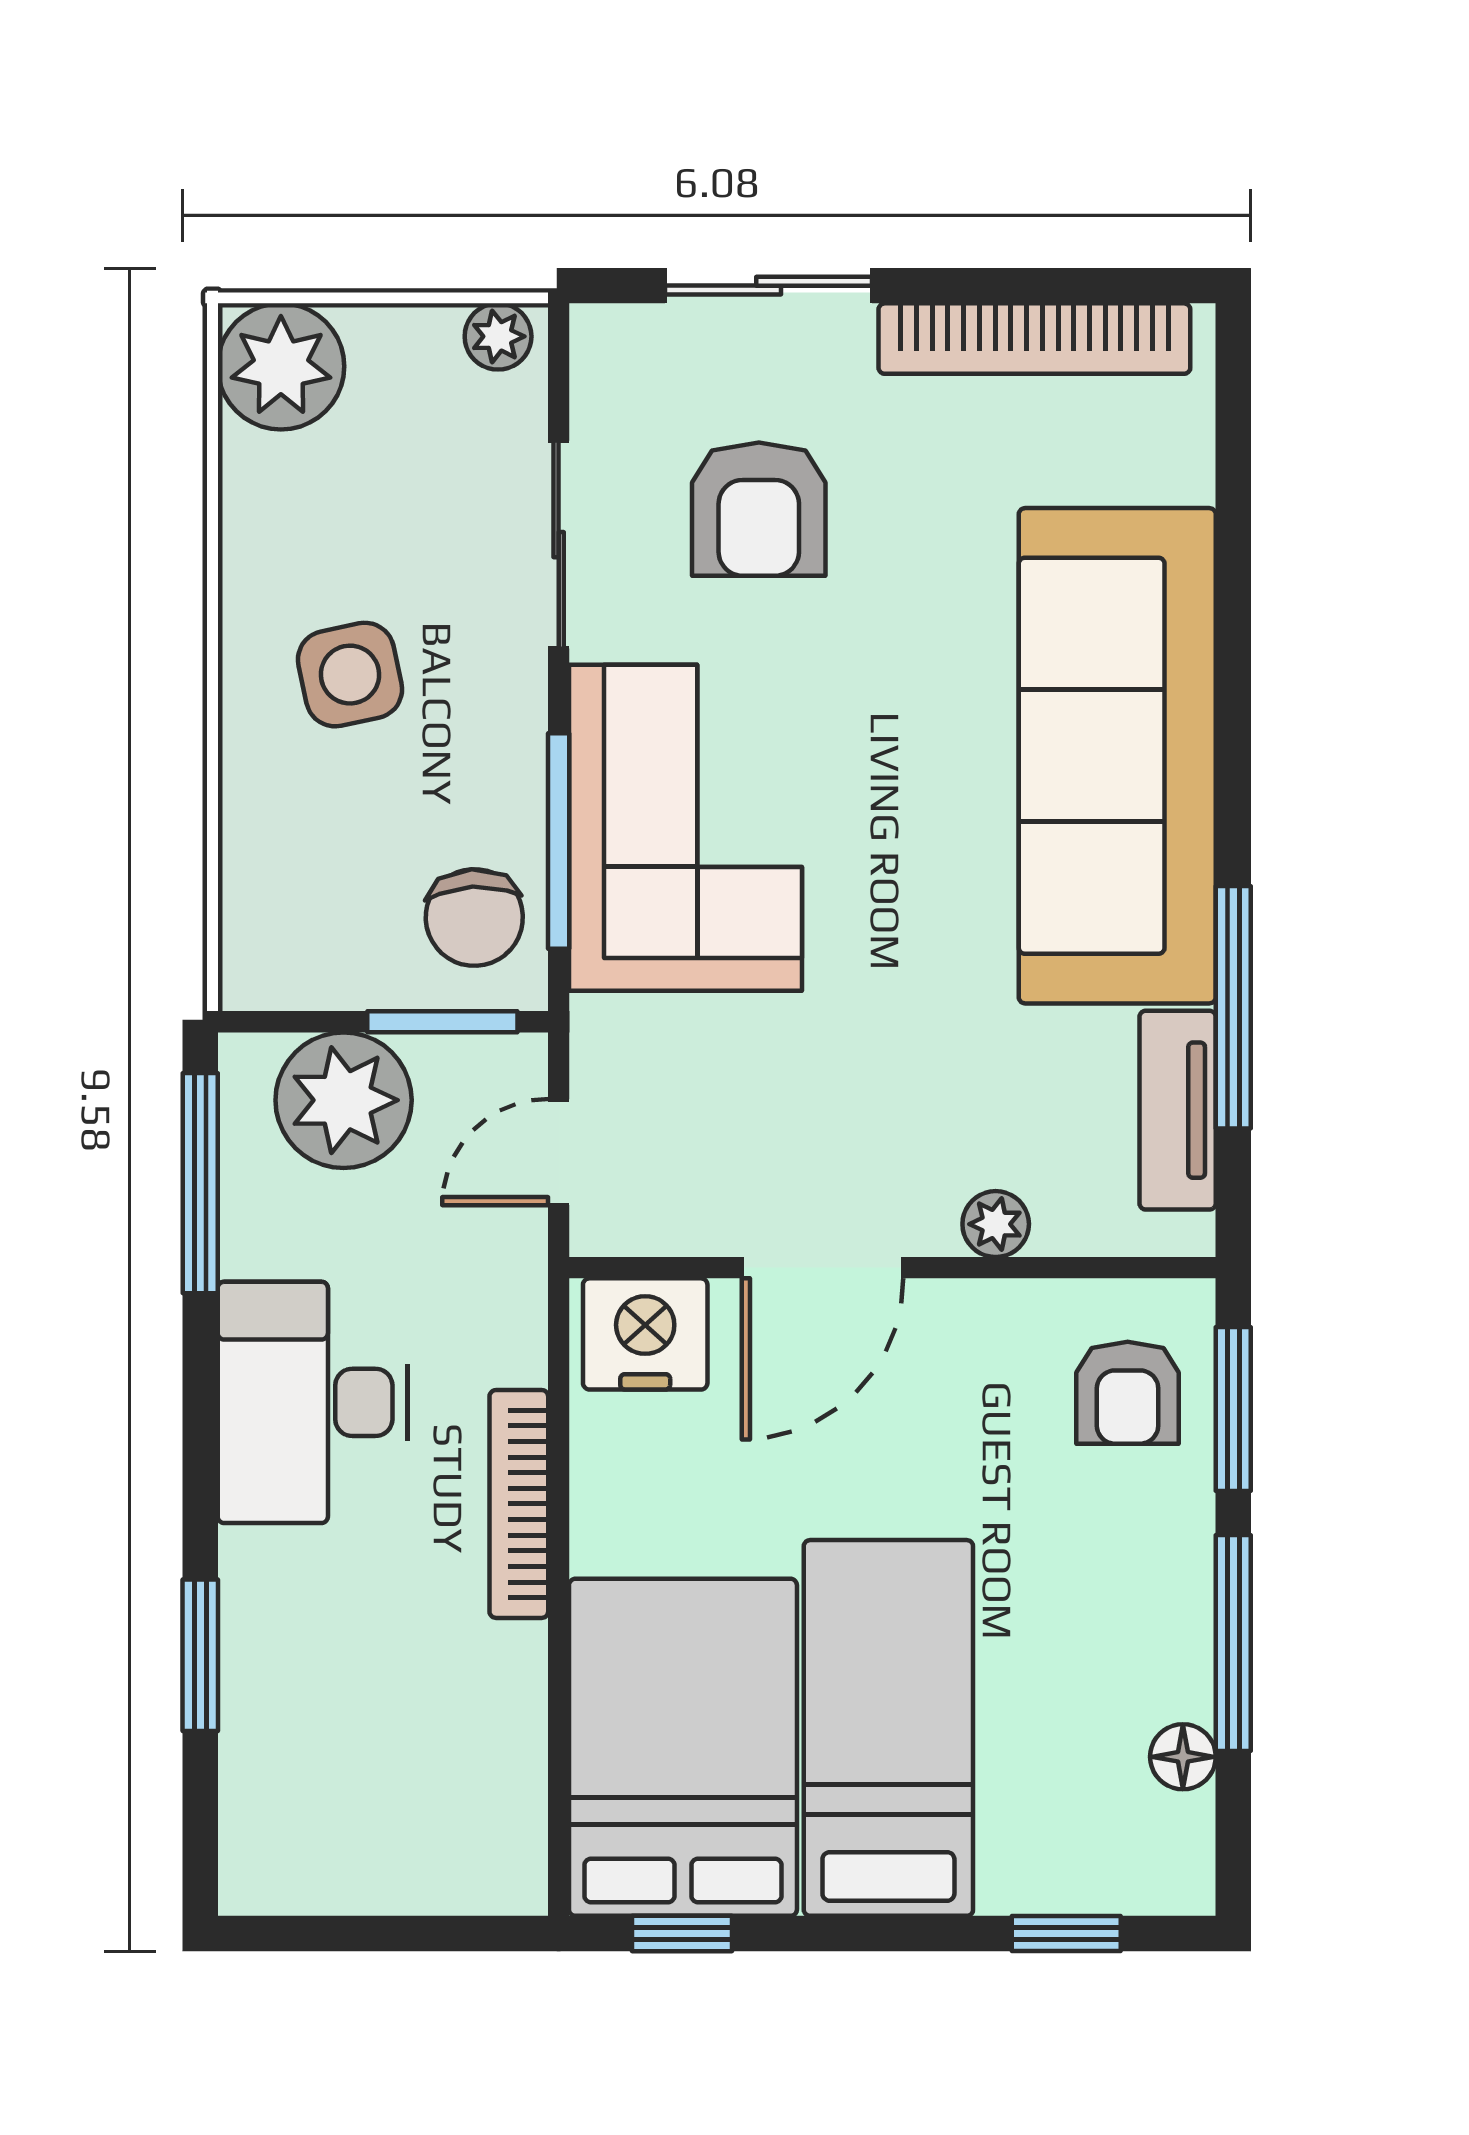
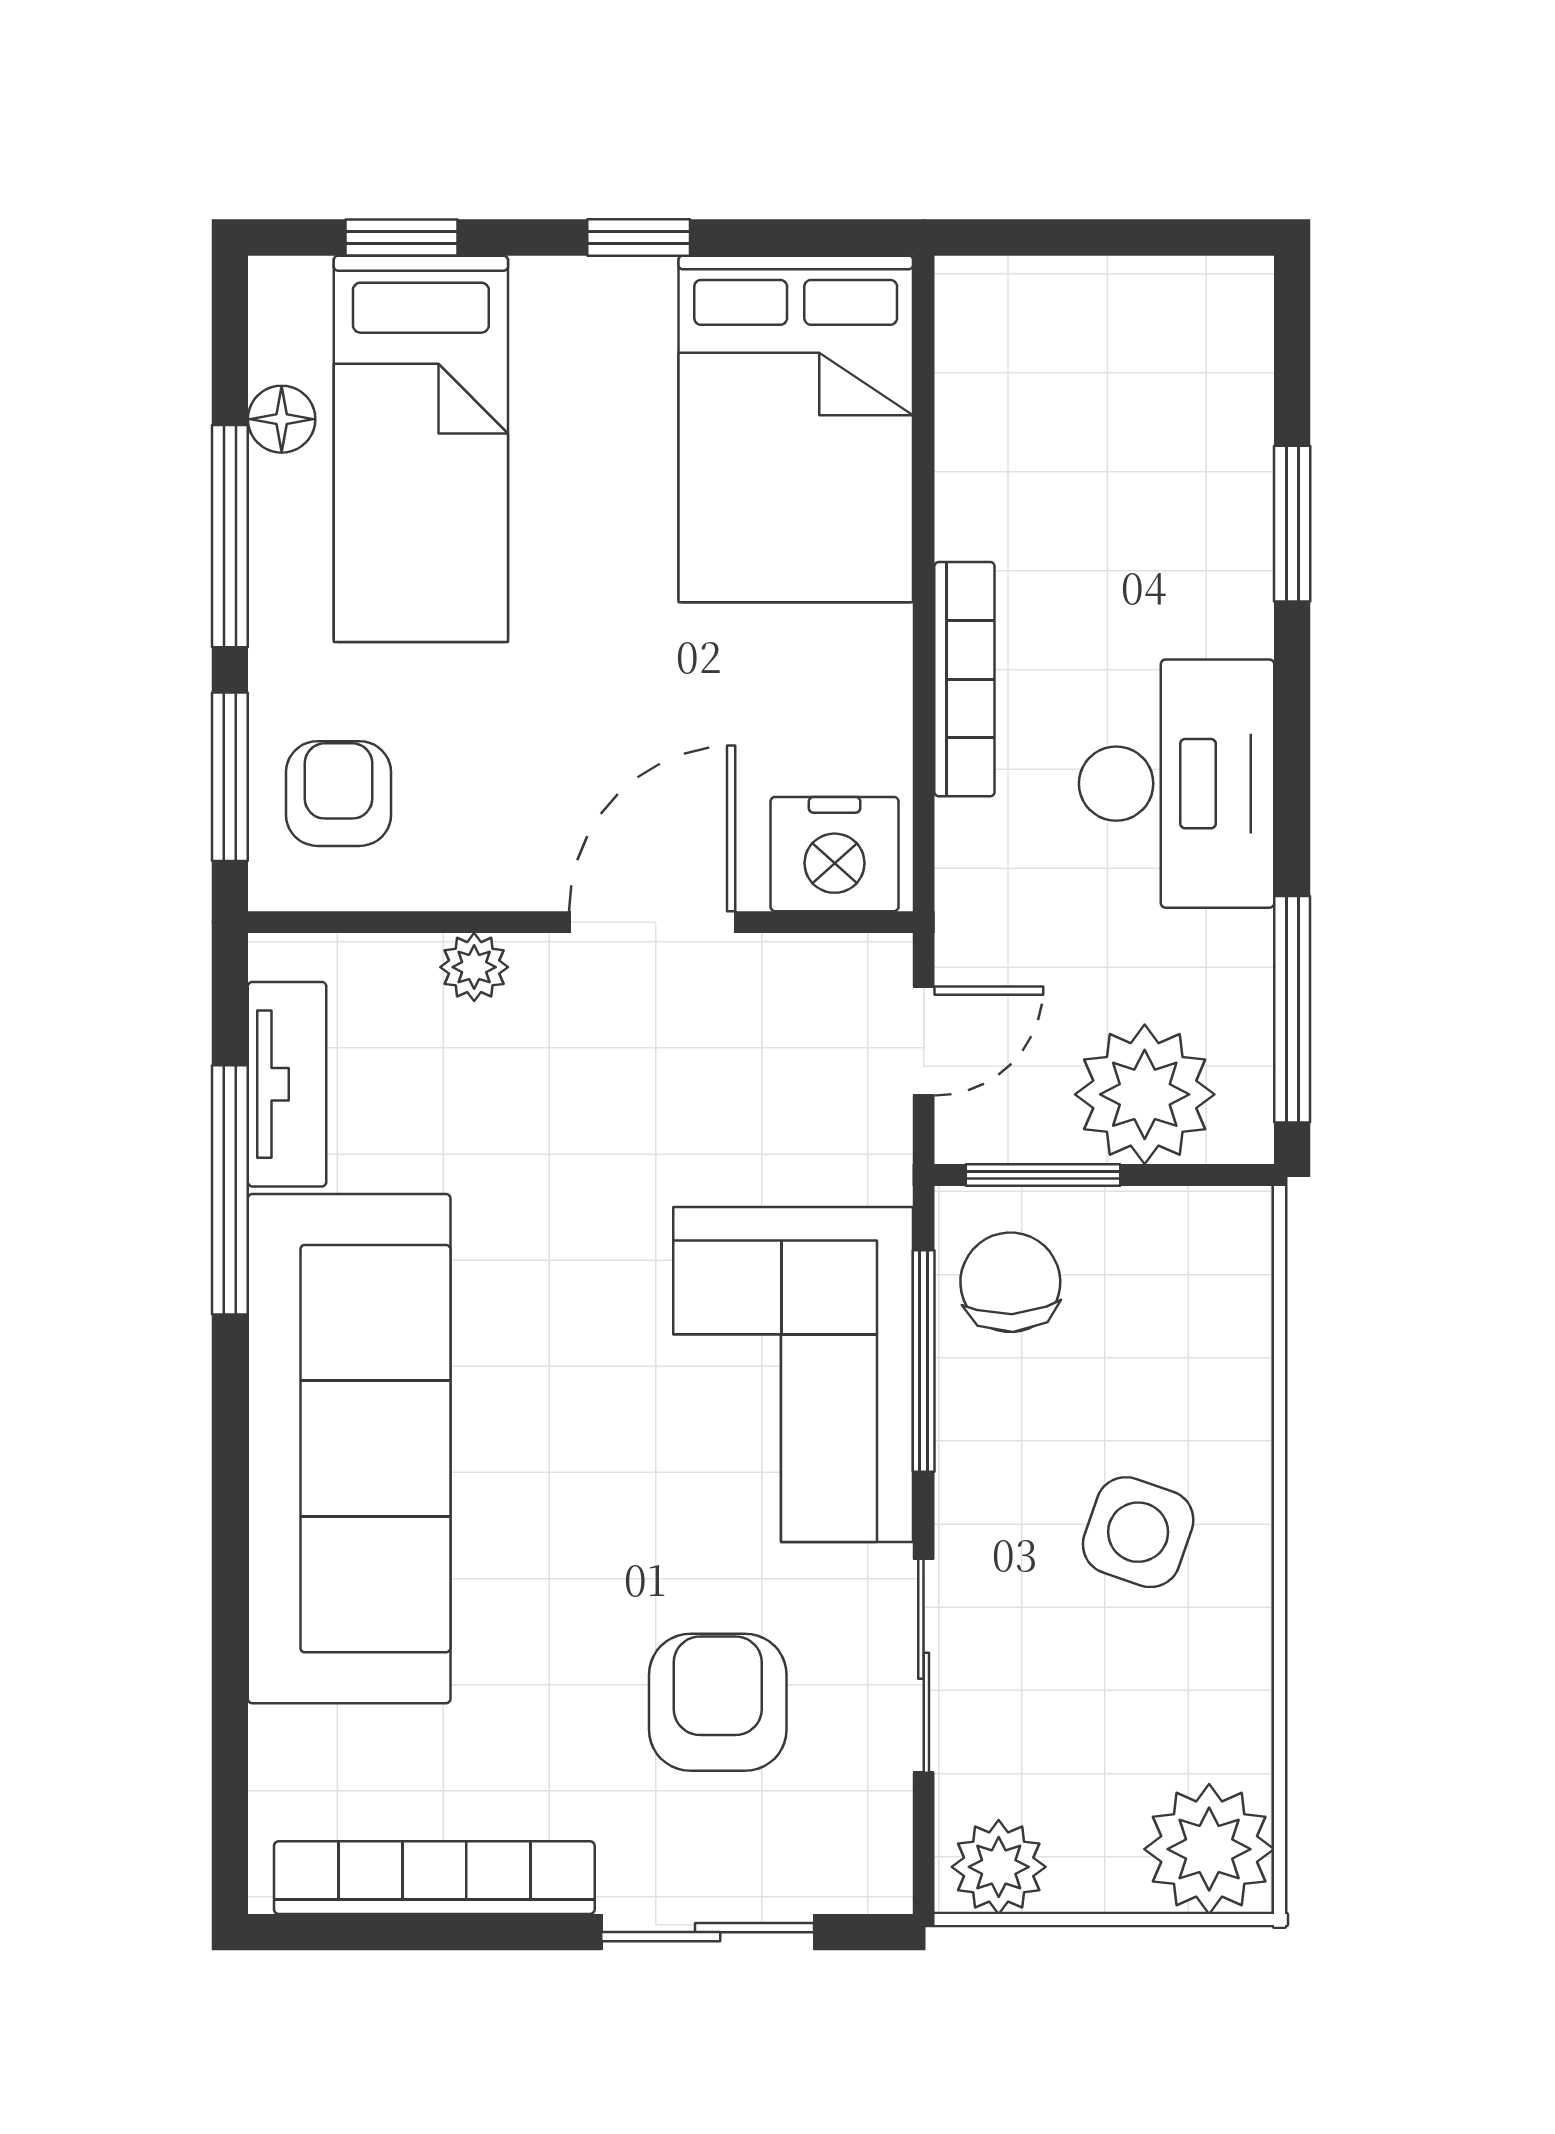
plant: (498, 336) -> (999, 1867), width x1.38, depth x1.38
side table: (350, 675) -> (1138, 1532), turned 31
bed: (888, 1728) -> (421, 449), moved
window: (682, 1933) -> (639, 237), moved

